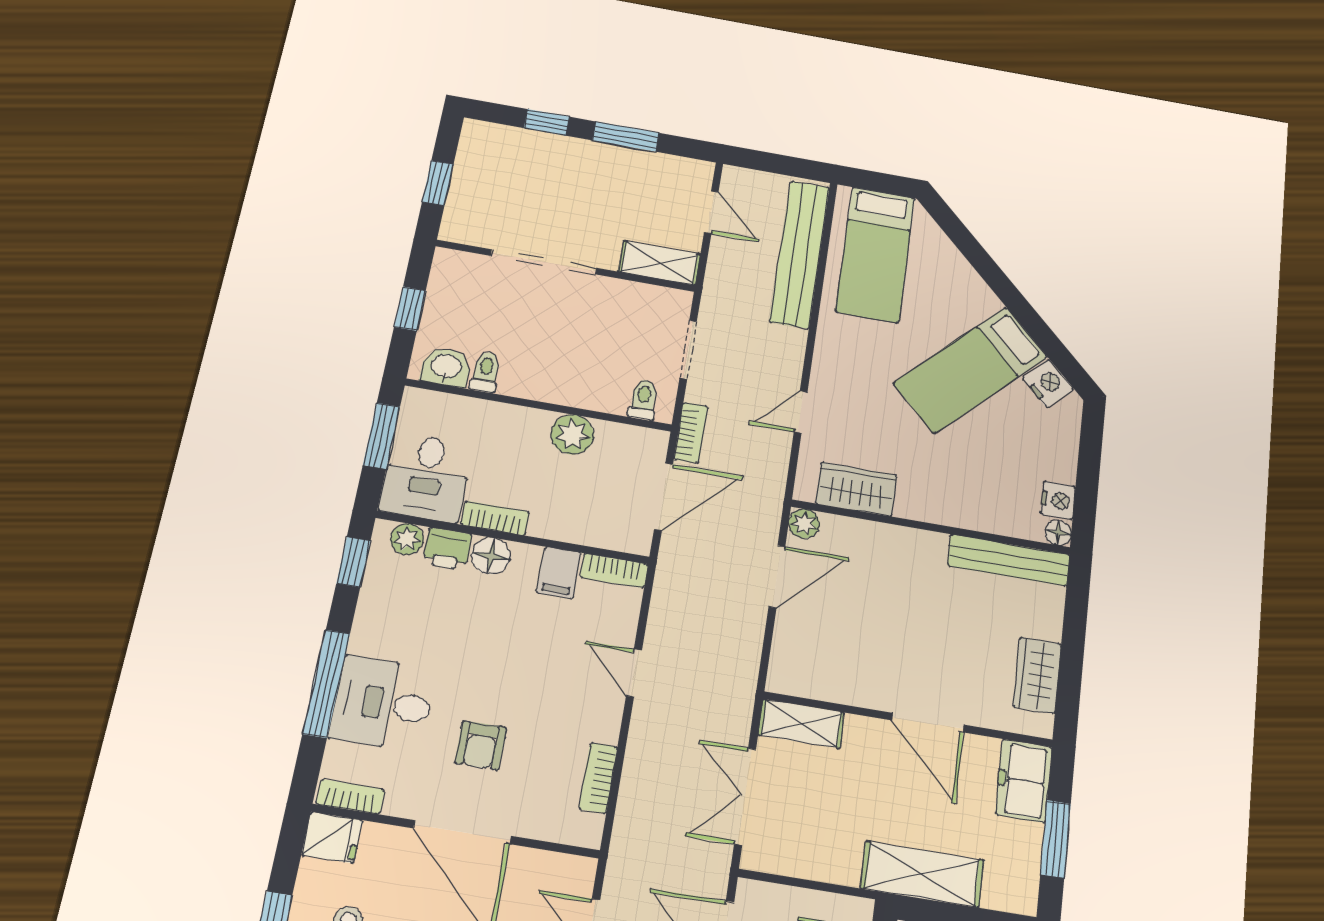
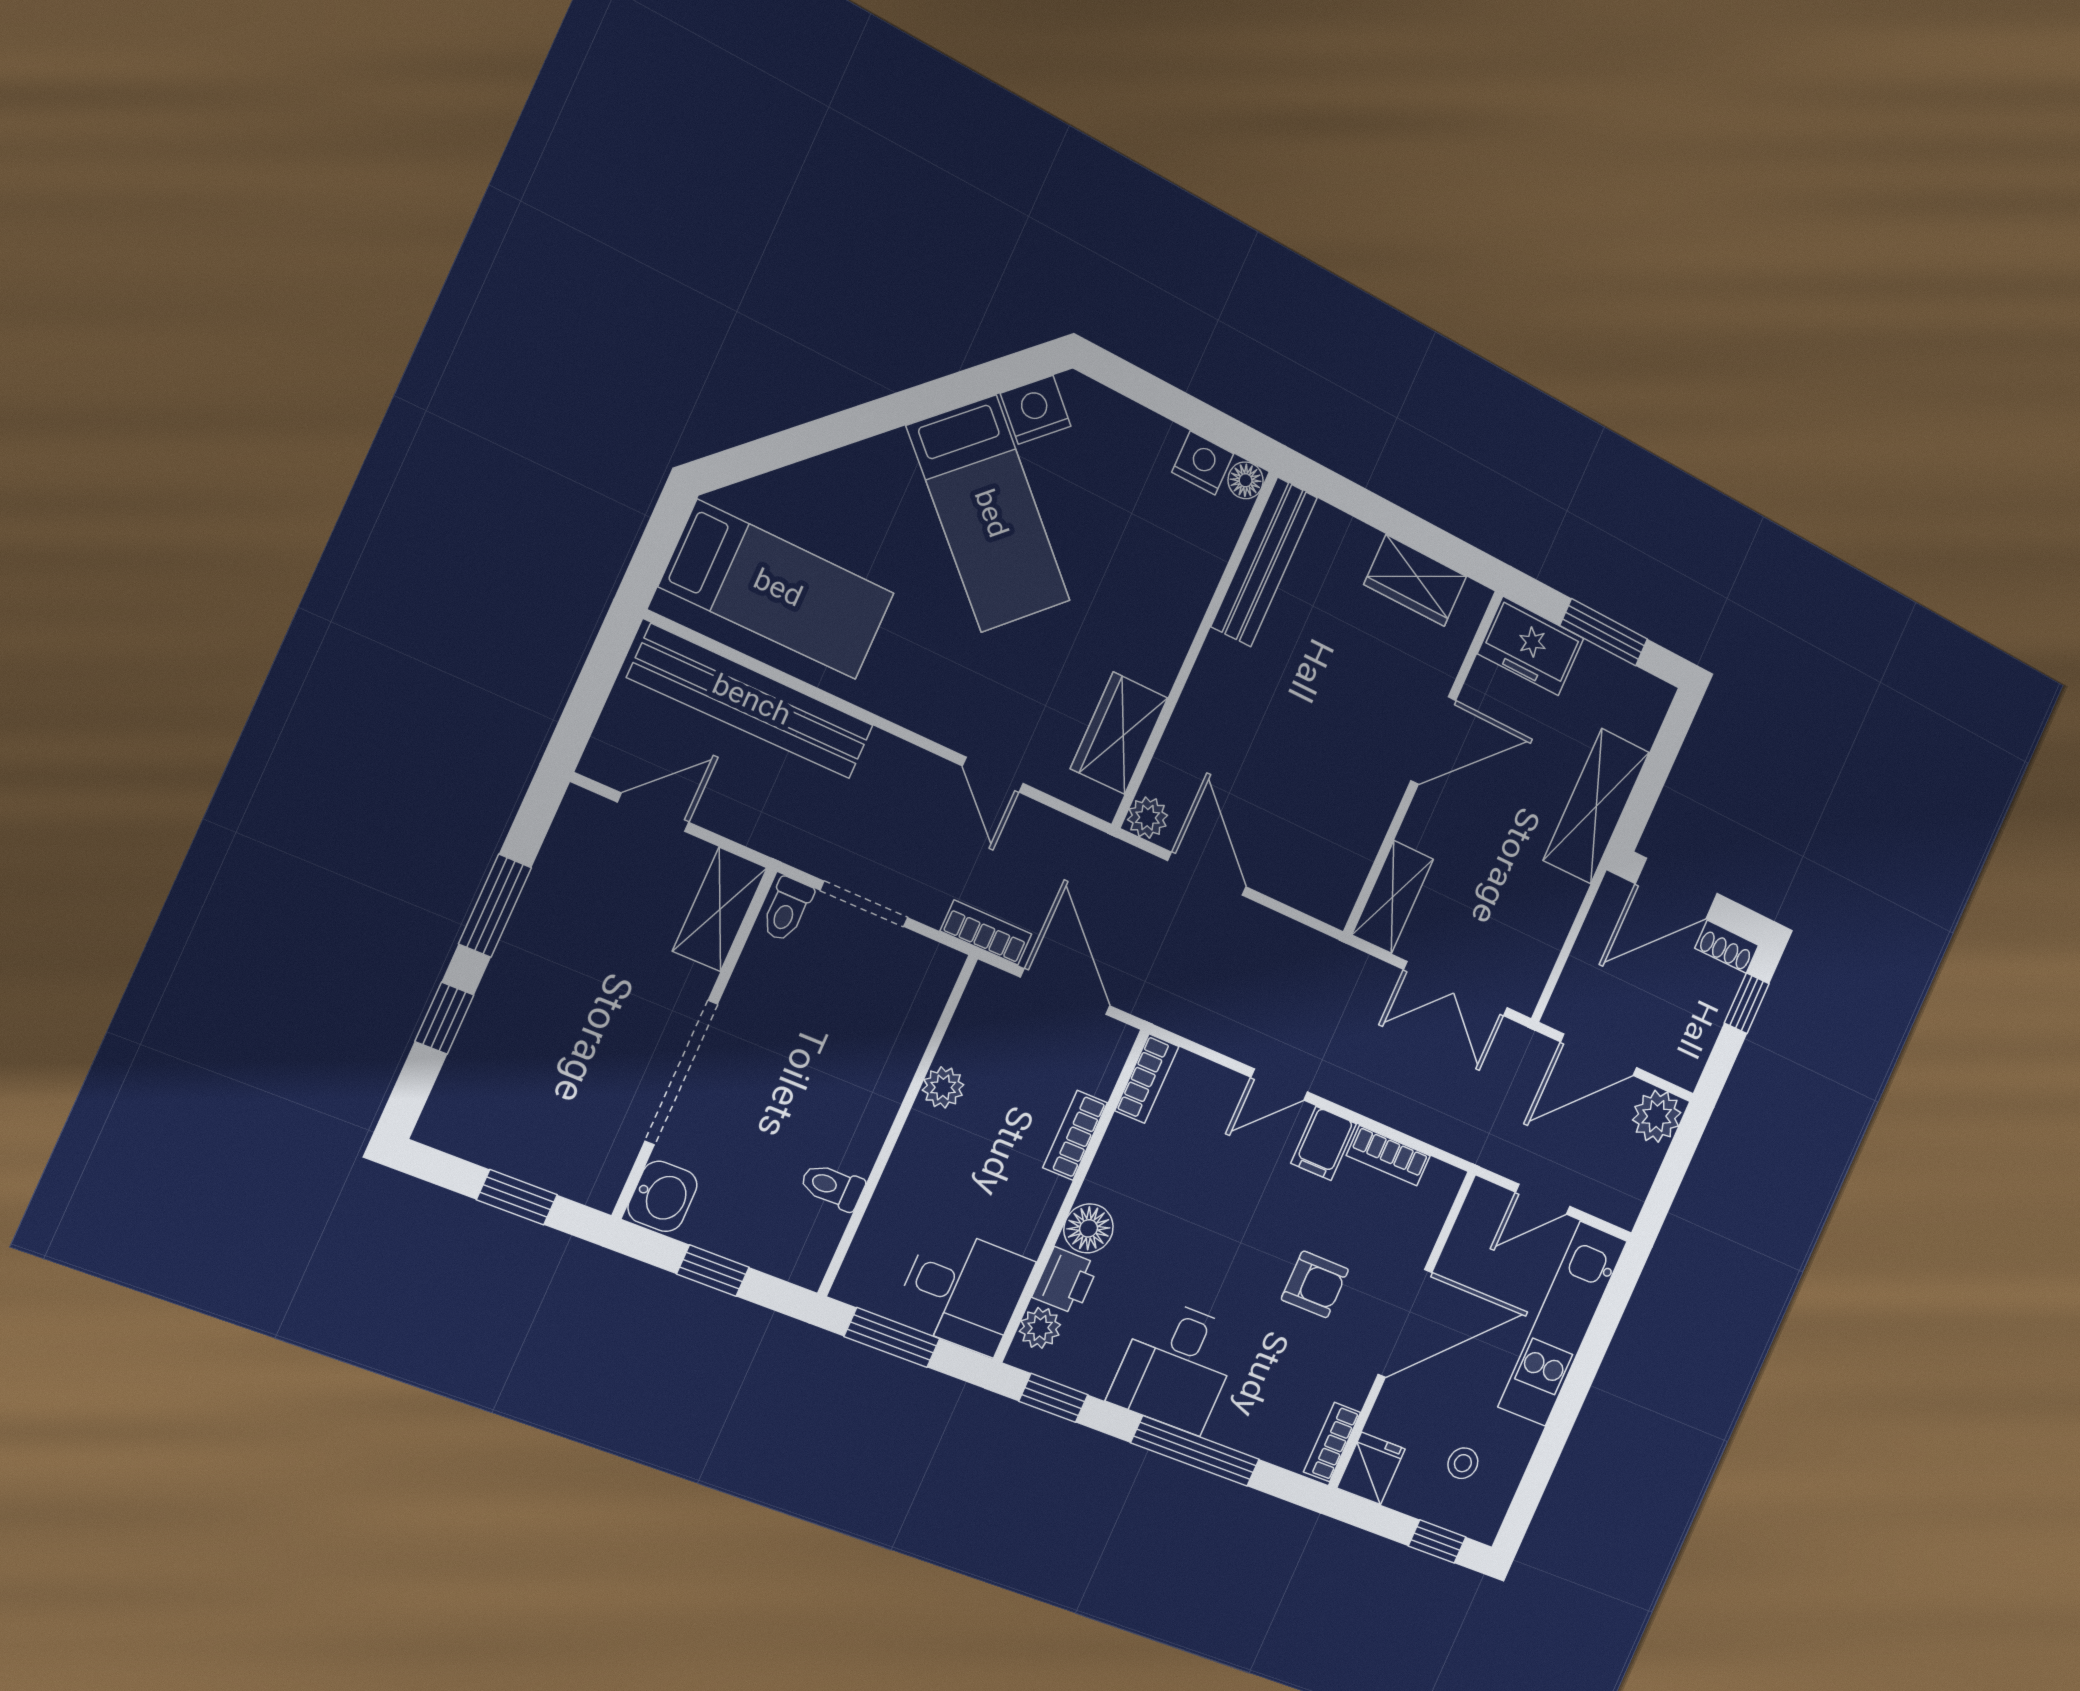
washbasin: (446, 367) -> (663, 1196), moved, turned 180
toilet: (643, 399) -> (787, 909), moved, turned -90
plant: (572, 435) -> (943, 1087), width x0.73, depth x0.73
bookcase: (495, 518) -> (1075, 1135), moved
filing cabinet: (559, 573) -> (1324, 1143), moved, turned 90
desk: (383, 703) -> (1176, 1366), moved

